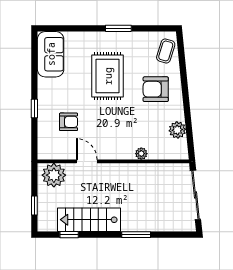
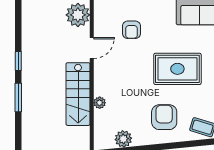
stairs: (89, 220) -> (78, 94), moved, turned 180
window: (69, 235) -> (18, 61), moved

